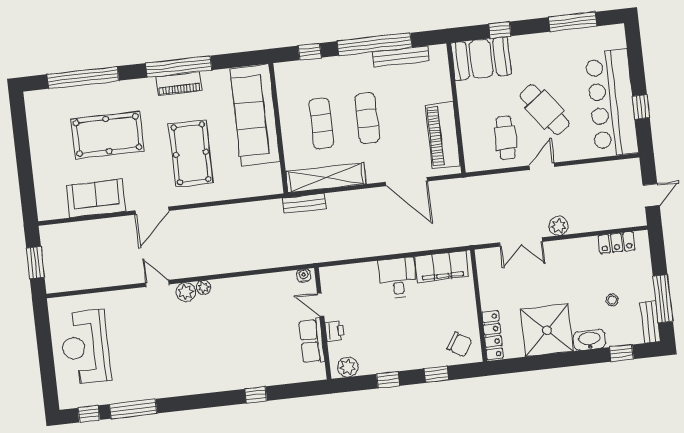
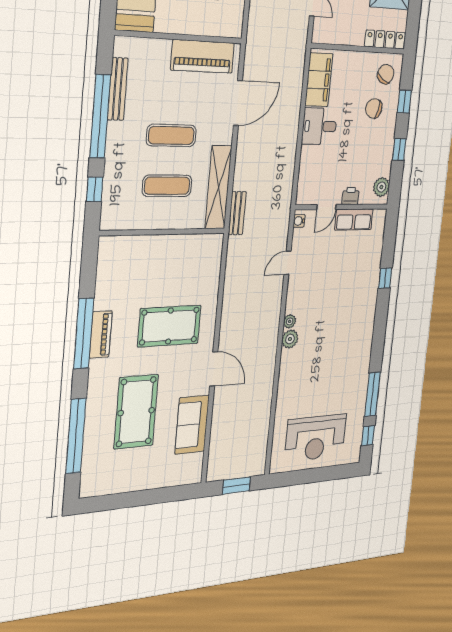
sofa: (255, 115) -> (146, 256), removed
door: (157, 283) -> (288, 263), moved
chair: (424, 338) -> (374, 108), added

